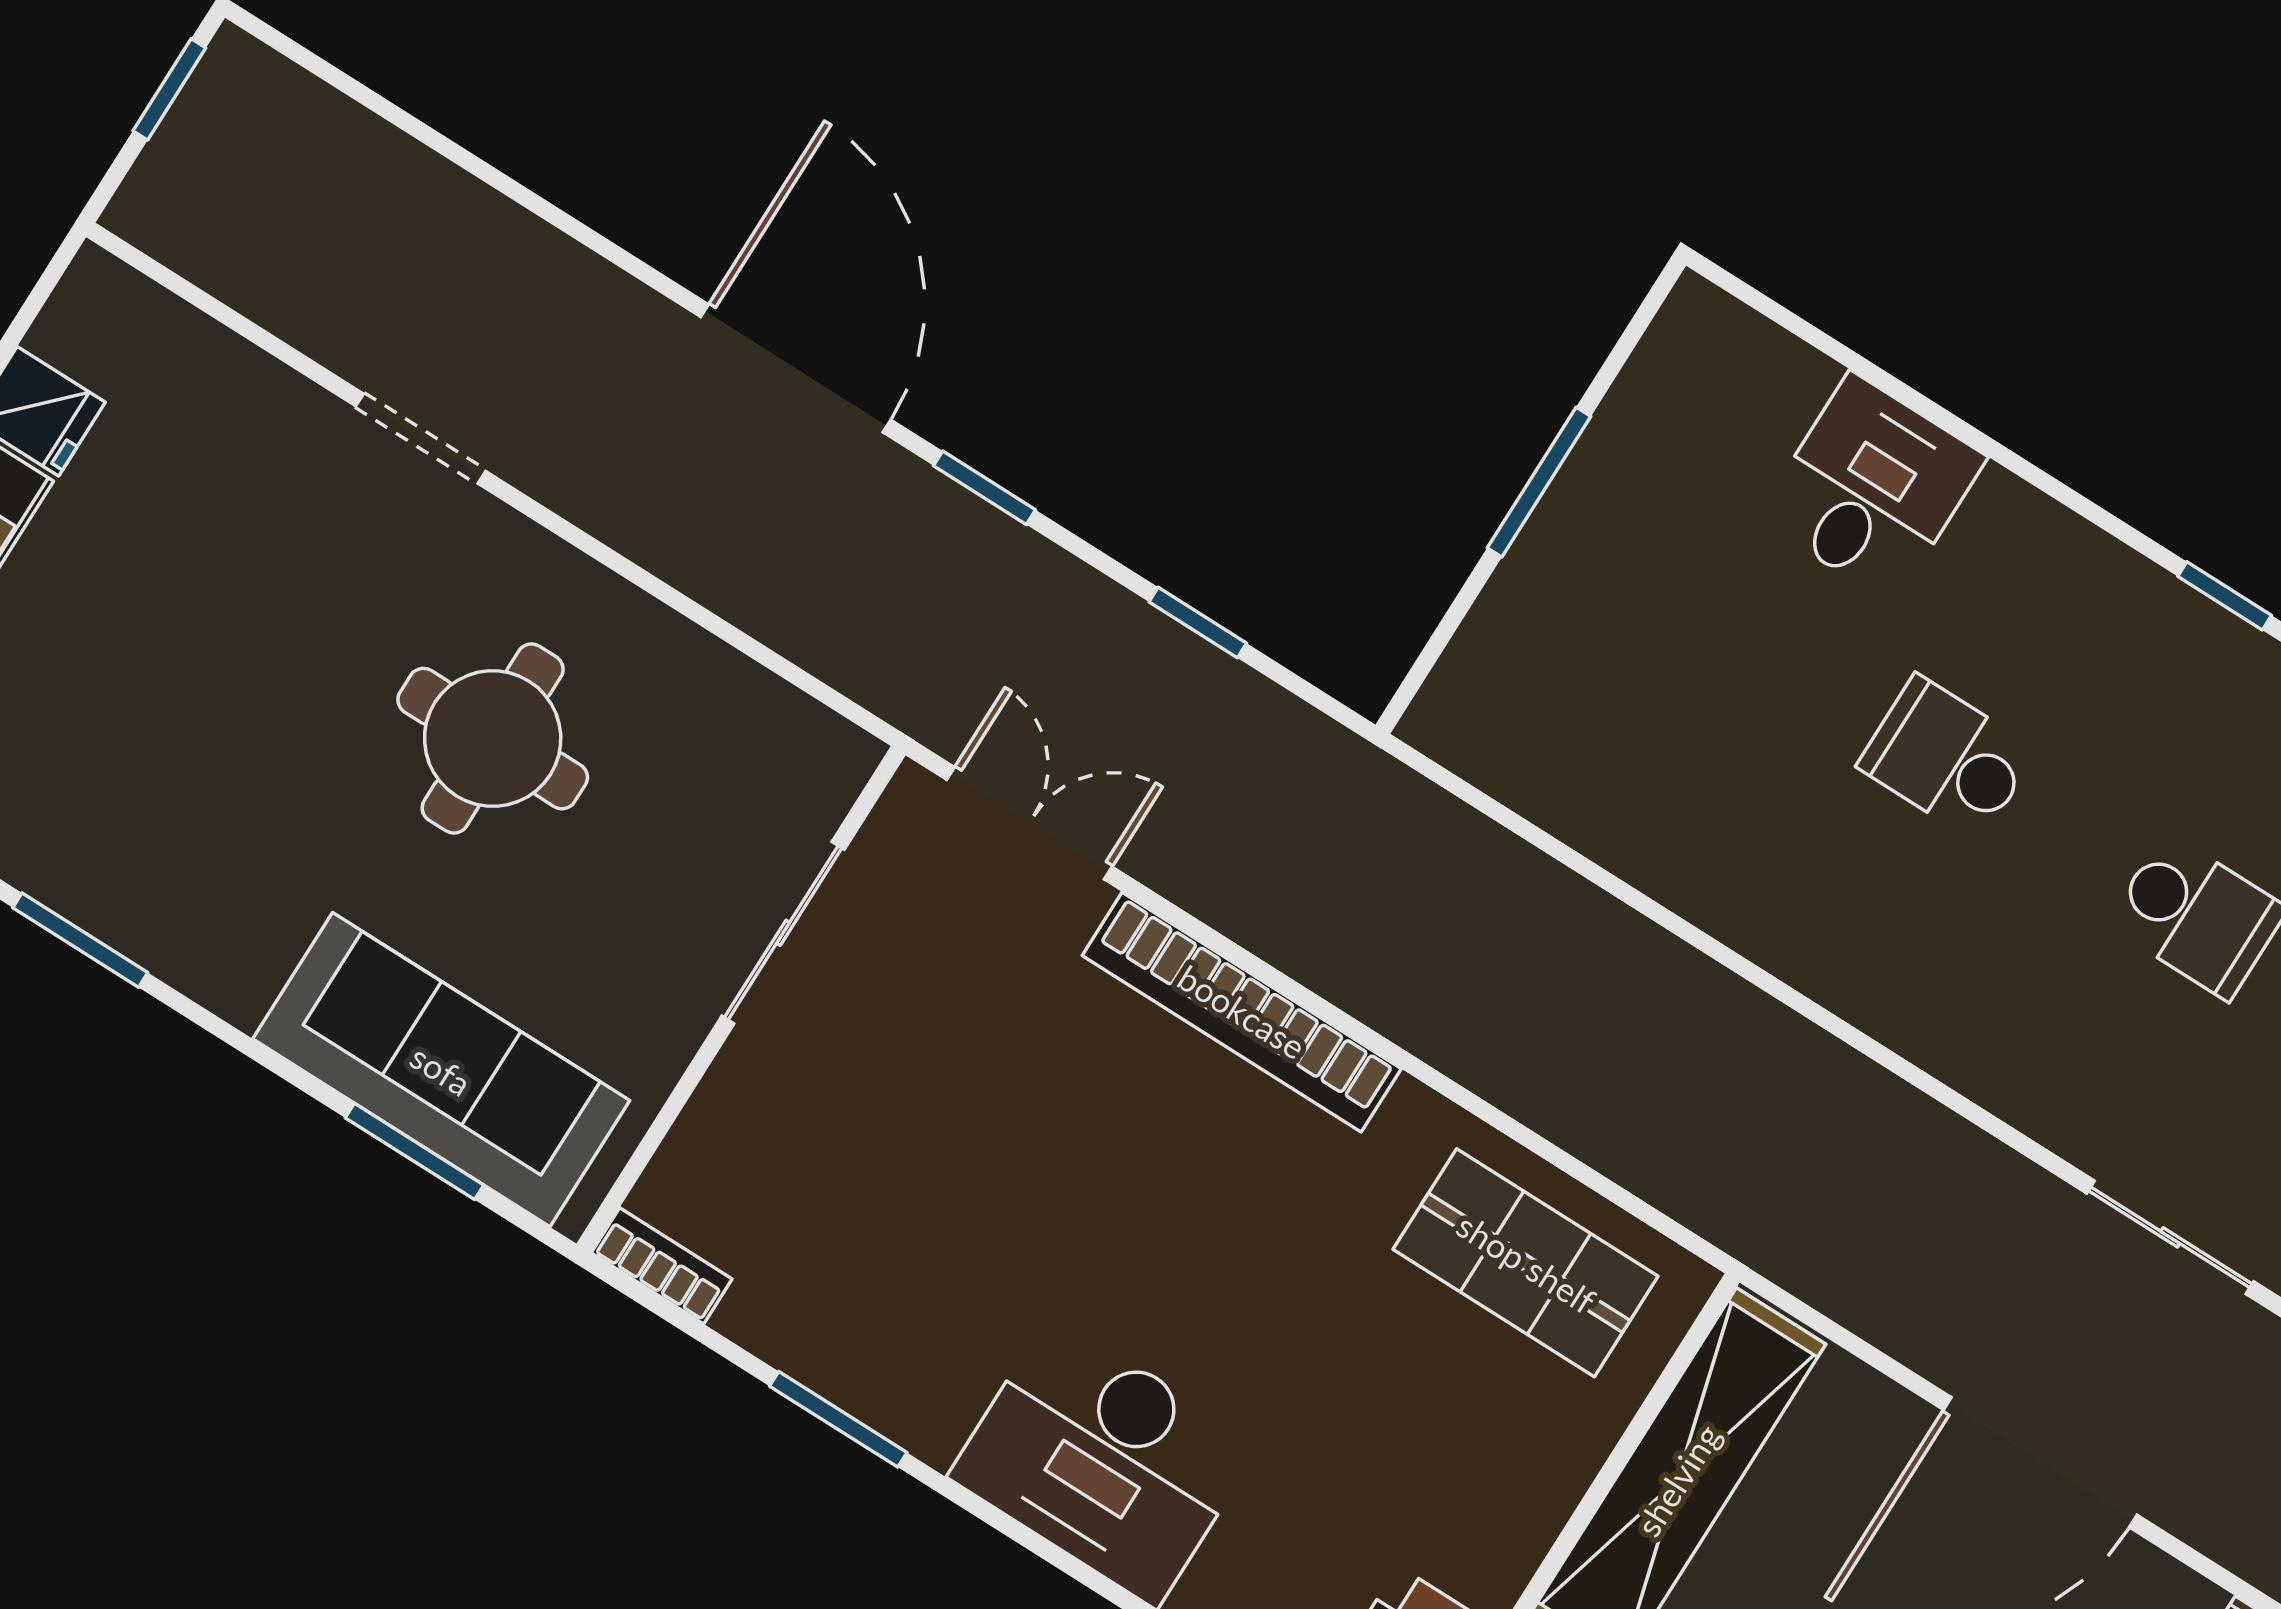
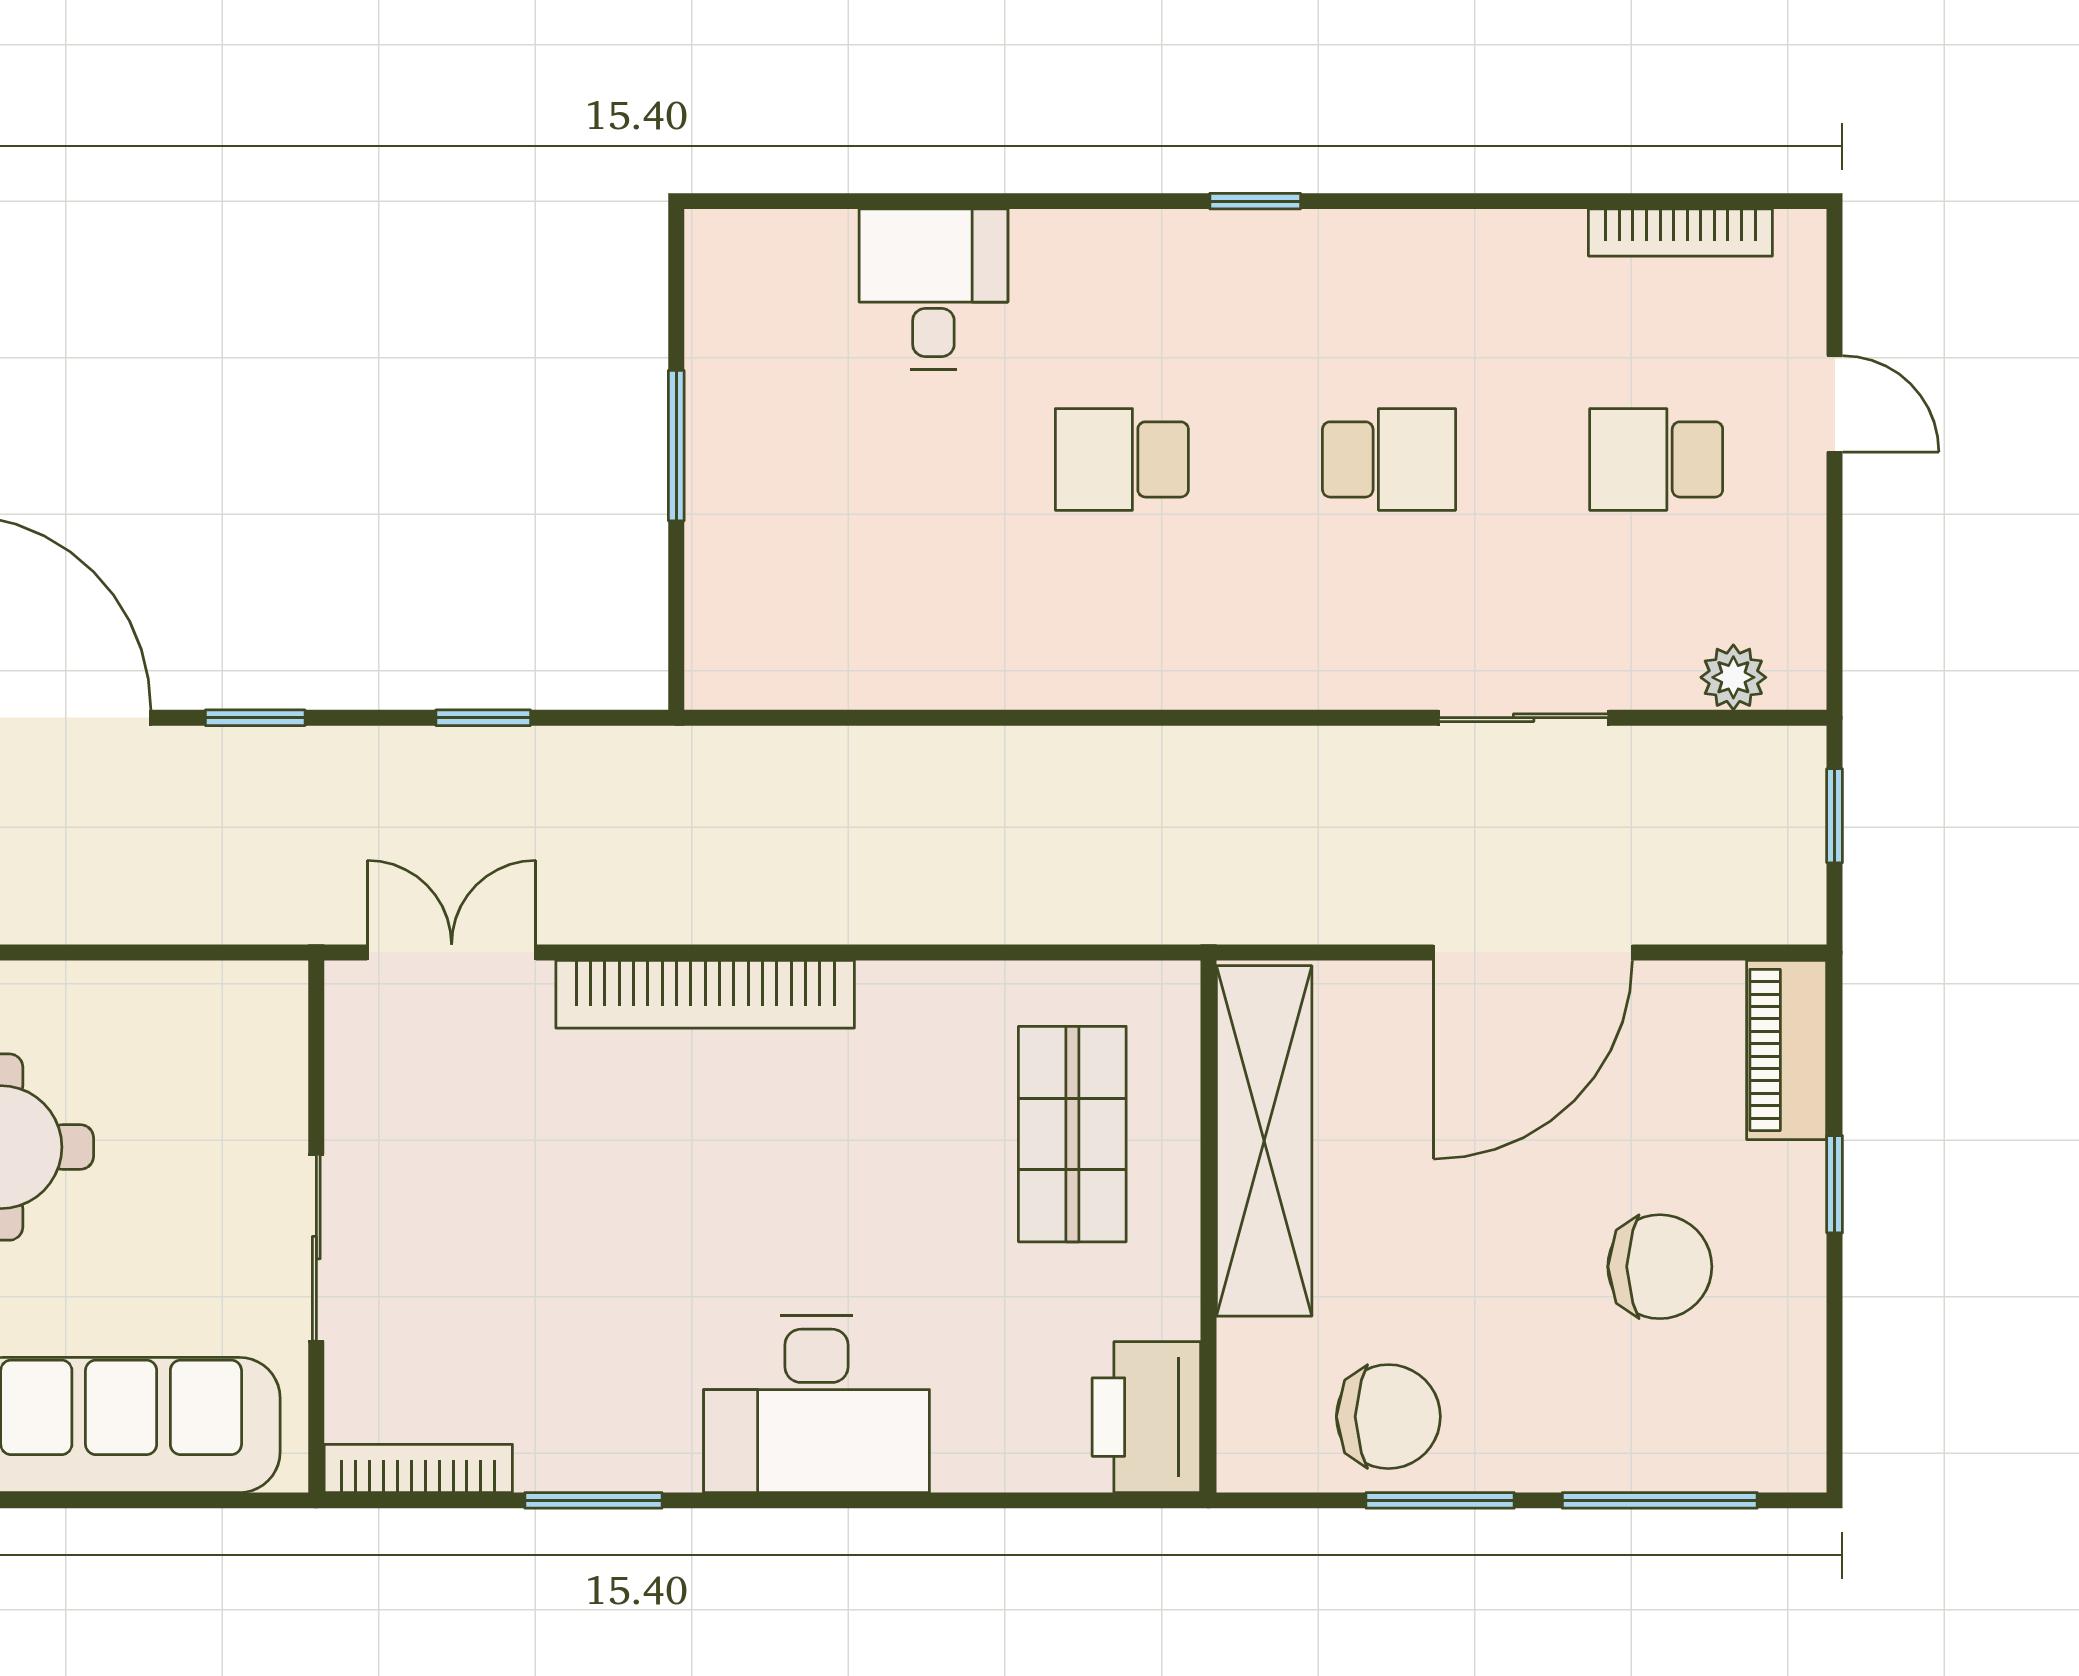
sliding door: (783, 933) -> (316, 1248), moved
window: (415, 1151) -> (140, 1500), removed
shop shelf: (1526, 1263) -> (1072, 1134), moved, turned 90
bookcase: (662, 1266) -> (418, 1468), width x1.56

